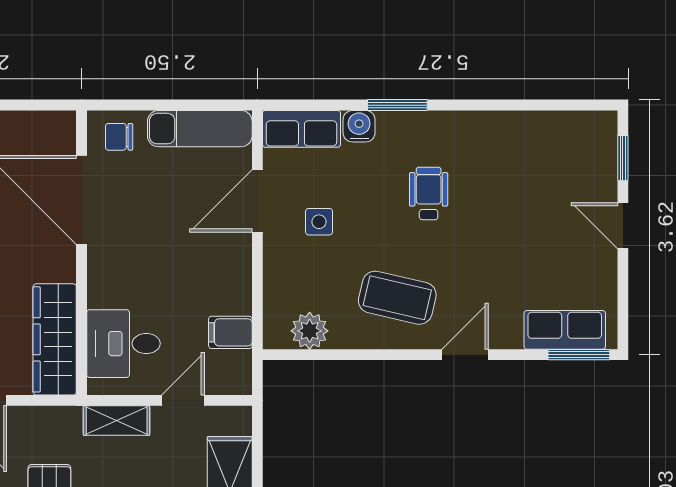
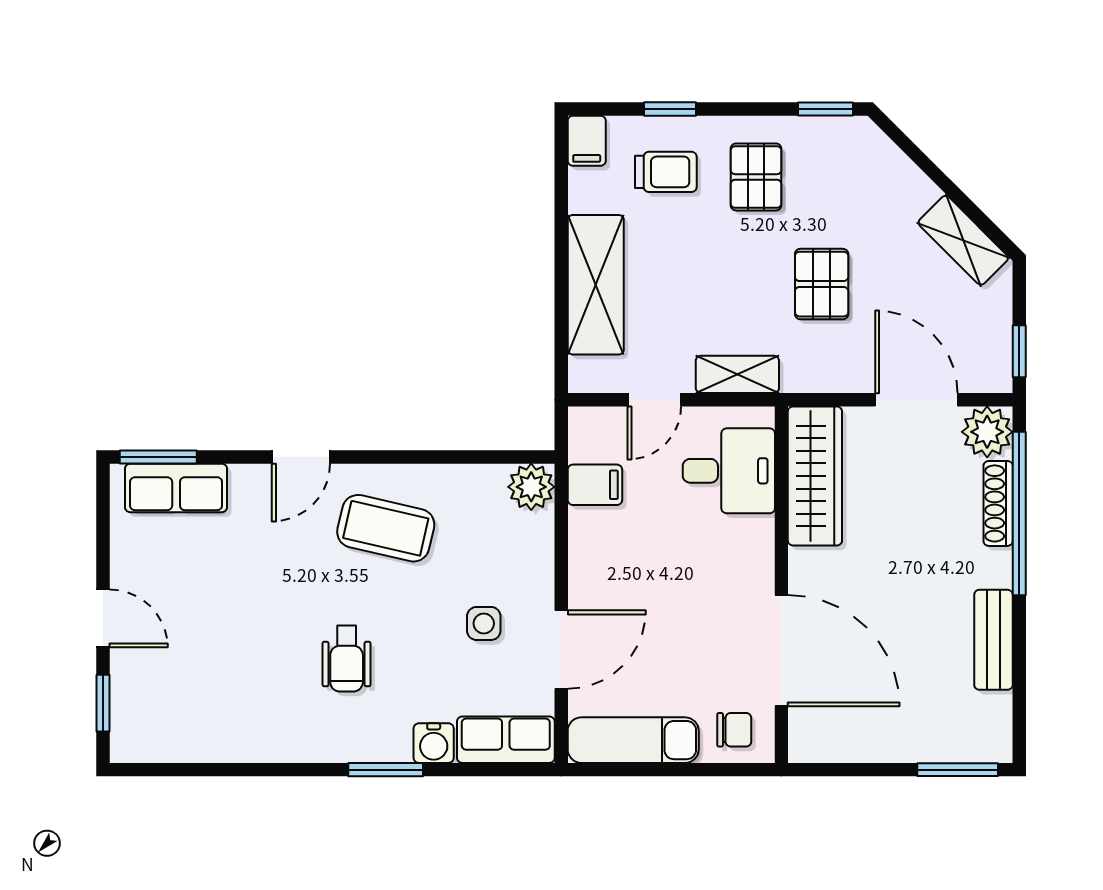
plant: (310, 331) -> (531, 487), moved

